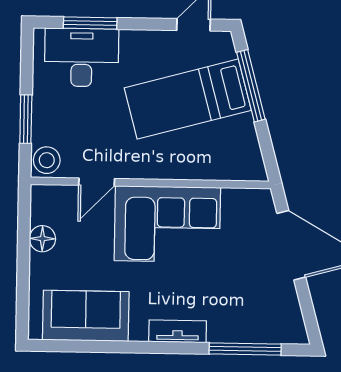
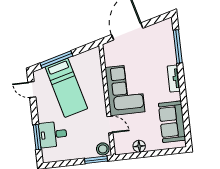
desk: (82, 57) -> (53, 134), width x0.73
window: (26, 119) -> (96, 160), moved

